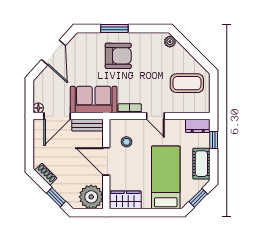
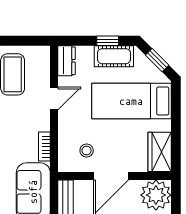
door: (155, 116) -> (54, 98), moved
window: (214, 140) -> (108, 41), moved

